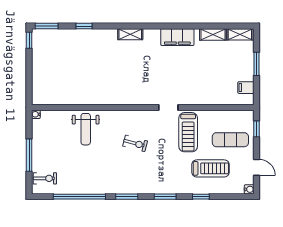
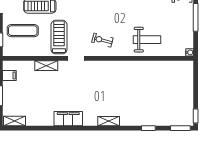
shelving: (213, 35) -> (46, 66), moved
weight bench: (86, 129) -> (147, 40), turned 90
exercise bike: (135, 143) -> (102, 40), moved

